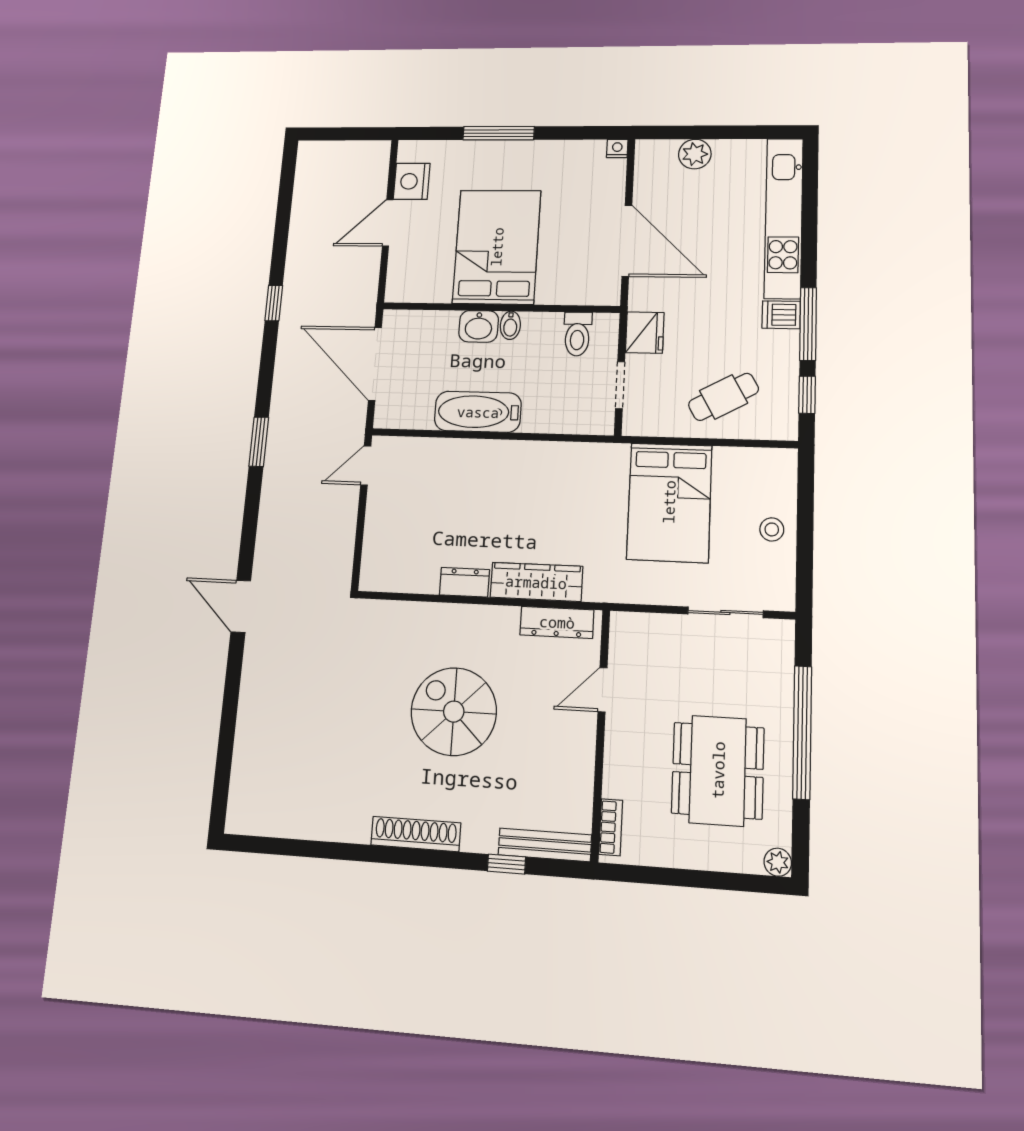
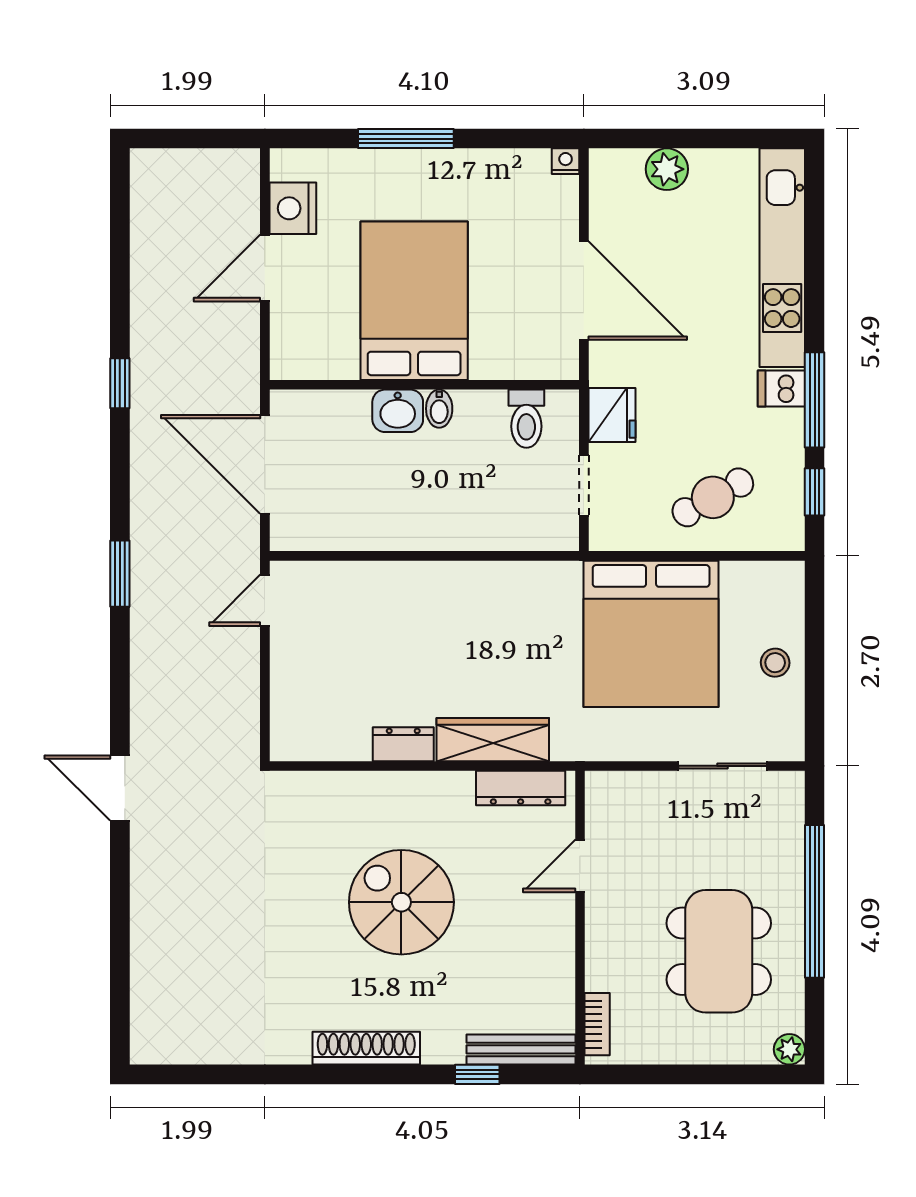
bathtub: (478, 412) -> (405, 525), removed
bed: (669, 502) -> (651, 634), width x1.36

